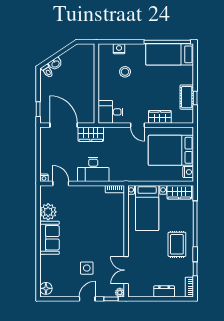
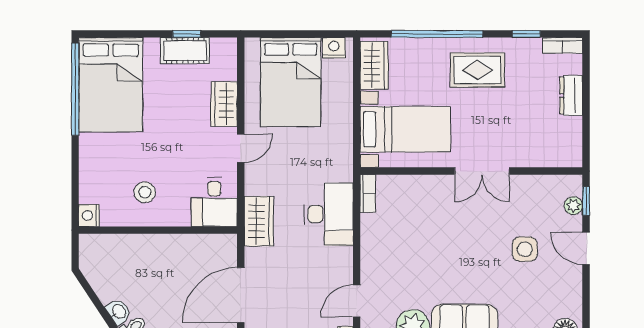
nightstand: (119, 49) -> (89, 216), moved
bed: (170, 54) -> (111, 85), width x1.50
stool: (125, 72) -> (145, 192), moved
wardrobe: (91, 134) -> (259, 221), moved
desk: (93, 169) -> (329, 214), moved
double door: (126, 270) -> (482, 171), moved
plant: (120, 293) -> (573, 206), moved

